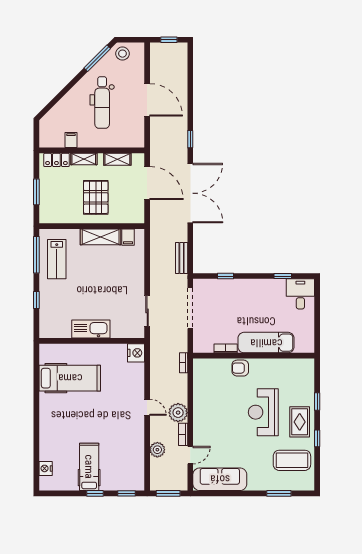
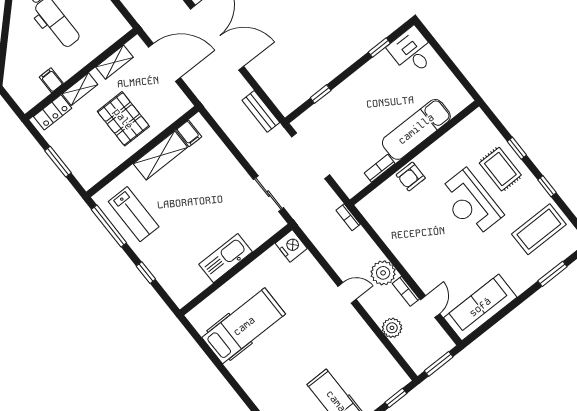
rug: (300, 422) -> (500, 169), moved

